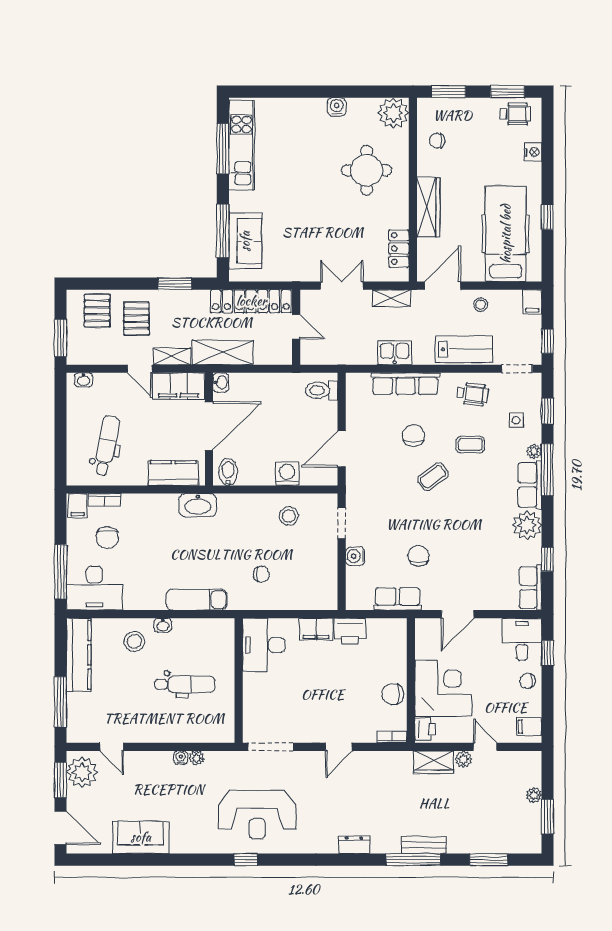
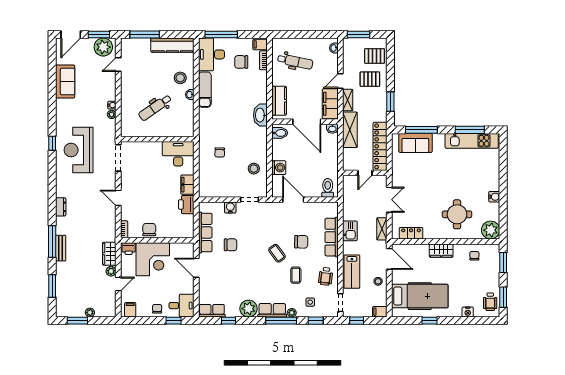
wardrobe: (428, 207) -> (441, 251), width x0.67
row of seats: (398, 599) -> (205, 233), width x1.48
exam couch: (197, 600) -> (205, 90), moved
dental chair: (185, 684) -> (155, 108), turned 55

